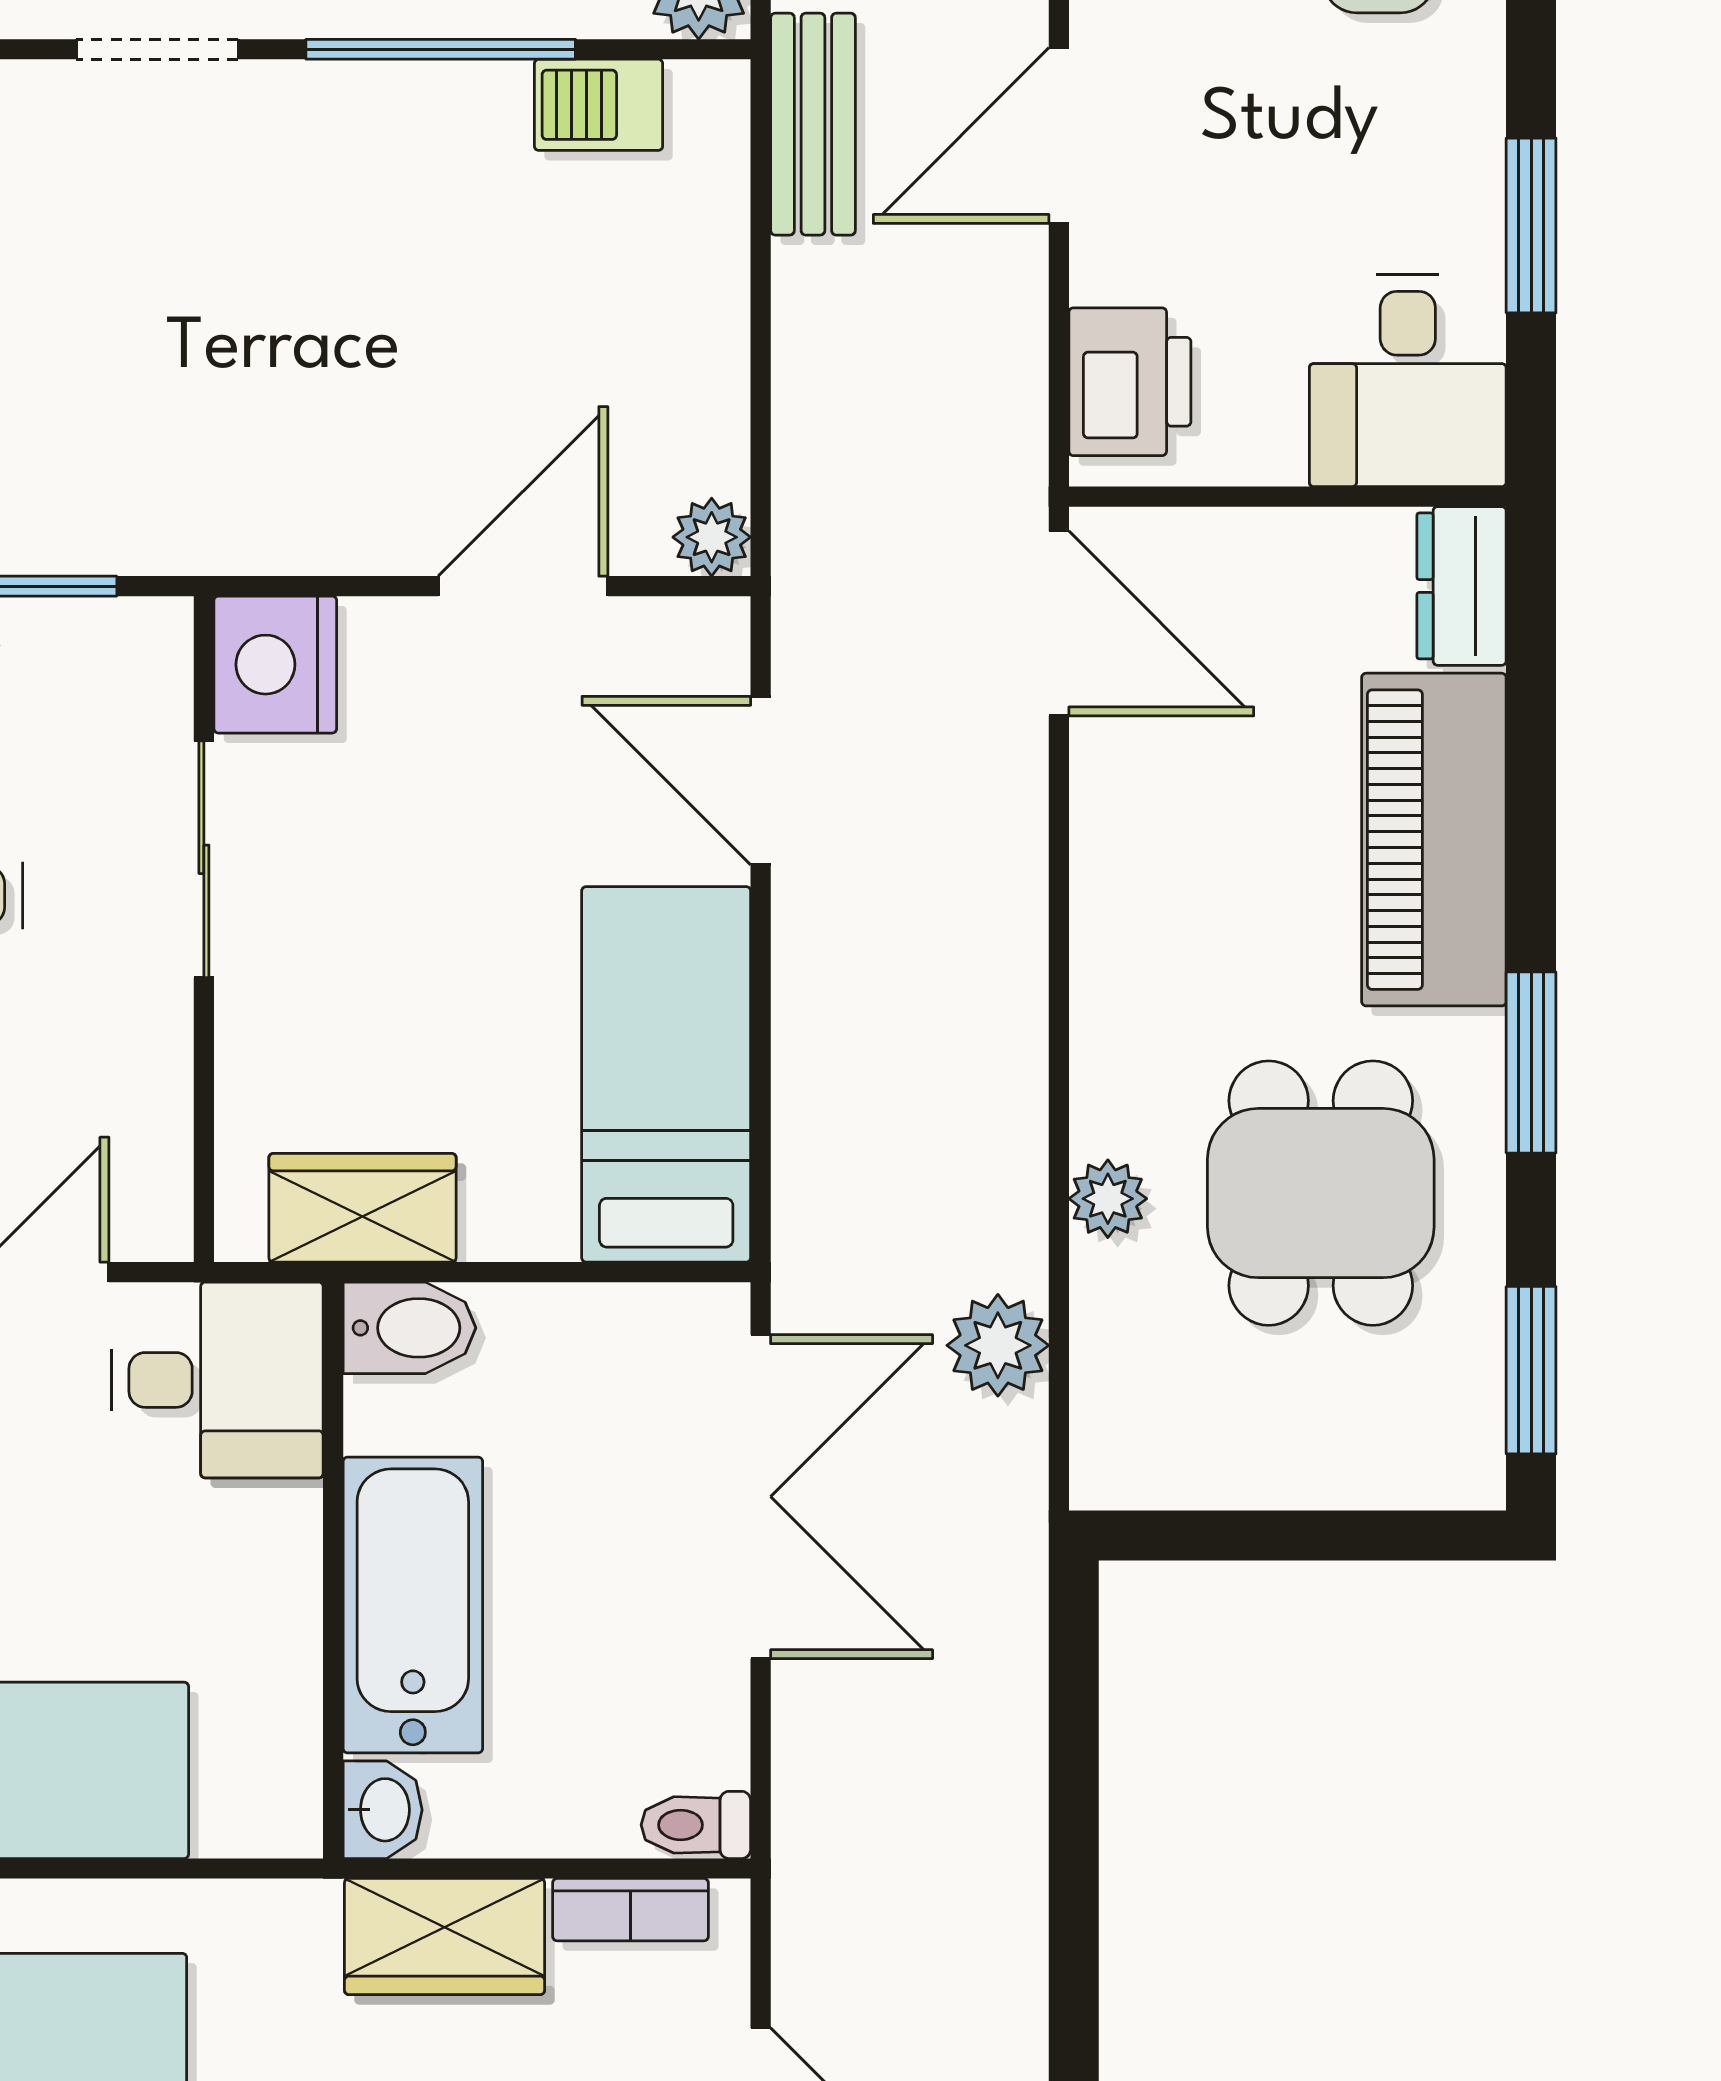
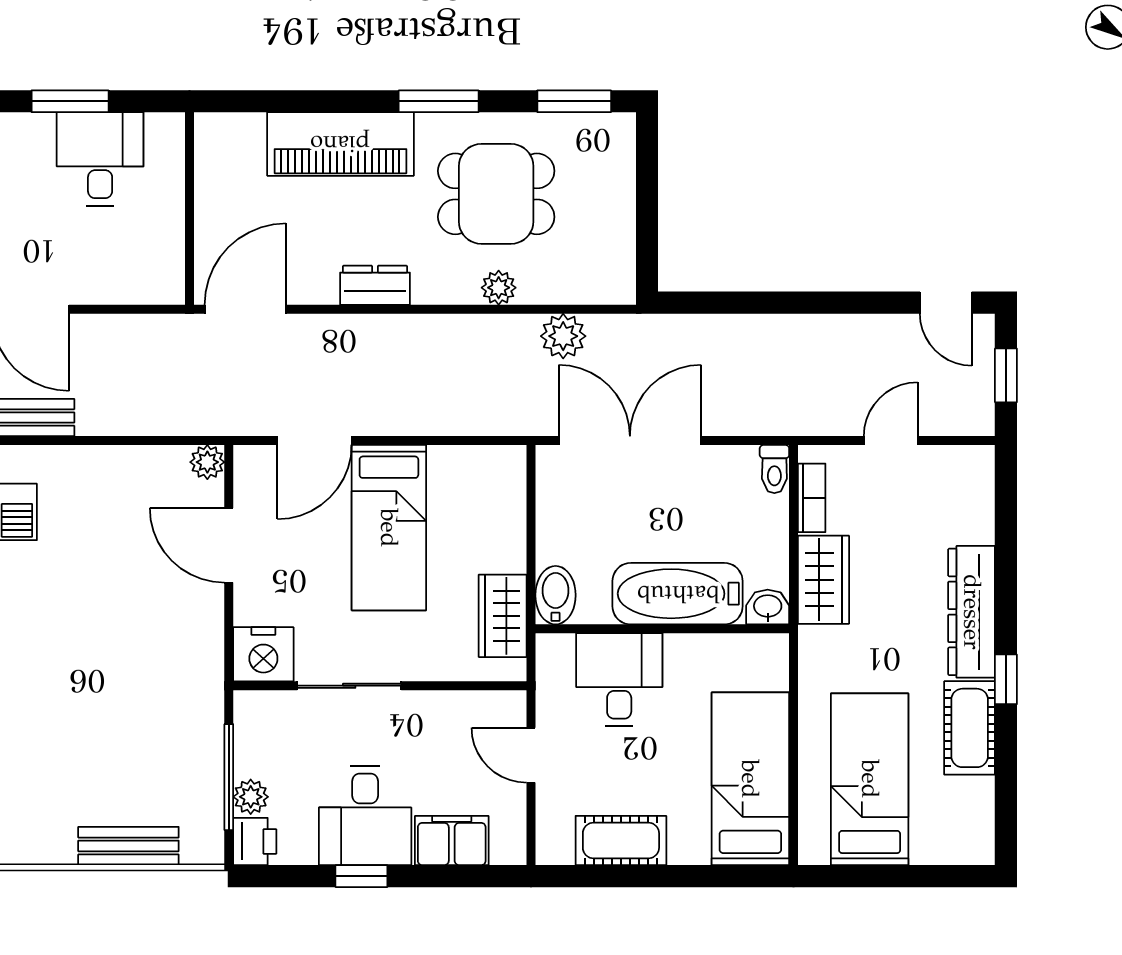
desk: (1408, 381) -> (100, 159), moved, turned -90
printer: (1130, 382) -> (139, 278), removed
dresser: (1462, 586) -> (375, 285), moved, turned 180
bed: (666, 1074) -> (389, 528), moved, turned -90
desk: (218, 1380) -> (619, 680), moved

